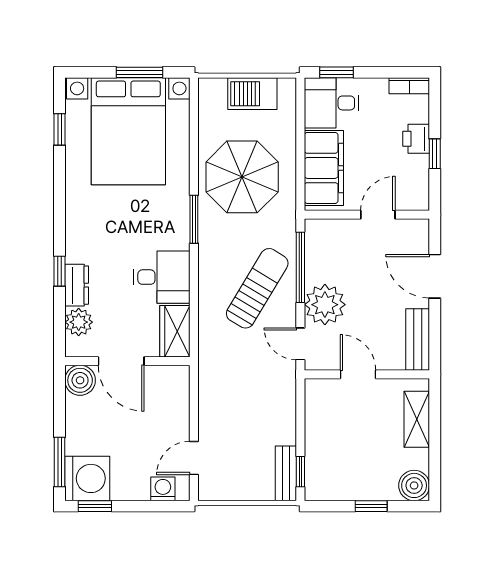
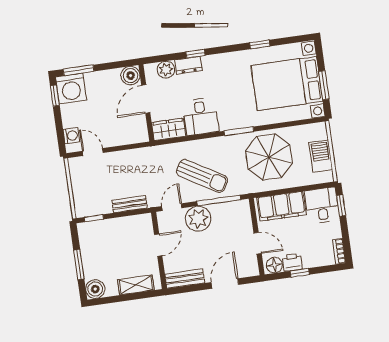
window: (60, 129) -> (260, 44), moved
printer: (416, 139) -> (292, 262), moved
floor lamp: (417, 193) -> (274, 265), added
bench: (286, 473) -> (130, 204), moved
window: (371, 506) -> (79, 265), width x1.50

